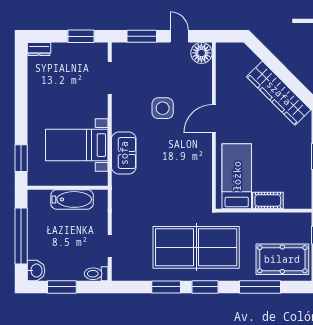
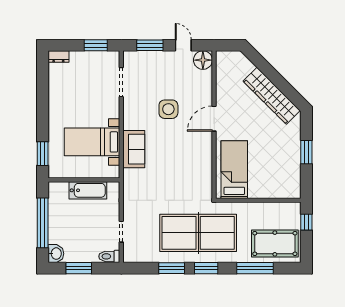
cot: (268, 201) -> (262, 191), removed

